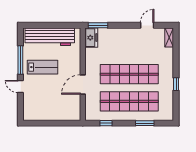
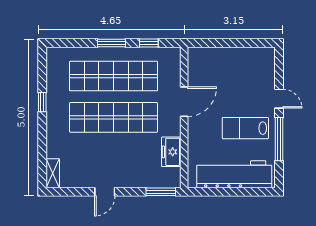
door: (147, 25) -> (105, 192), moved
freezer: (91, 38) -> (171, 152), moved
window: (145, 123) -> (111, 43), moved

